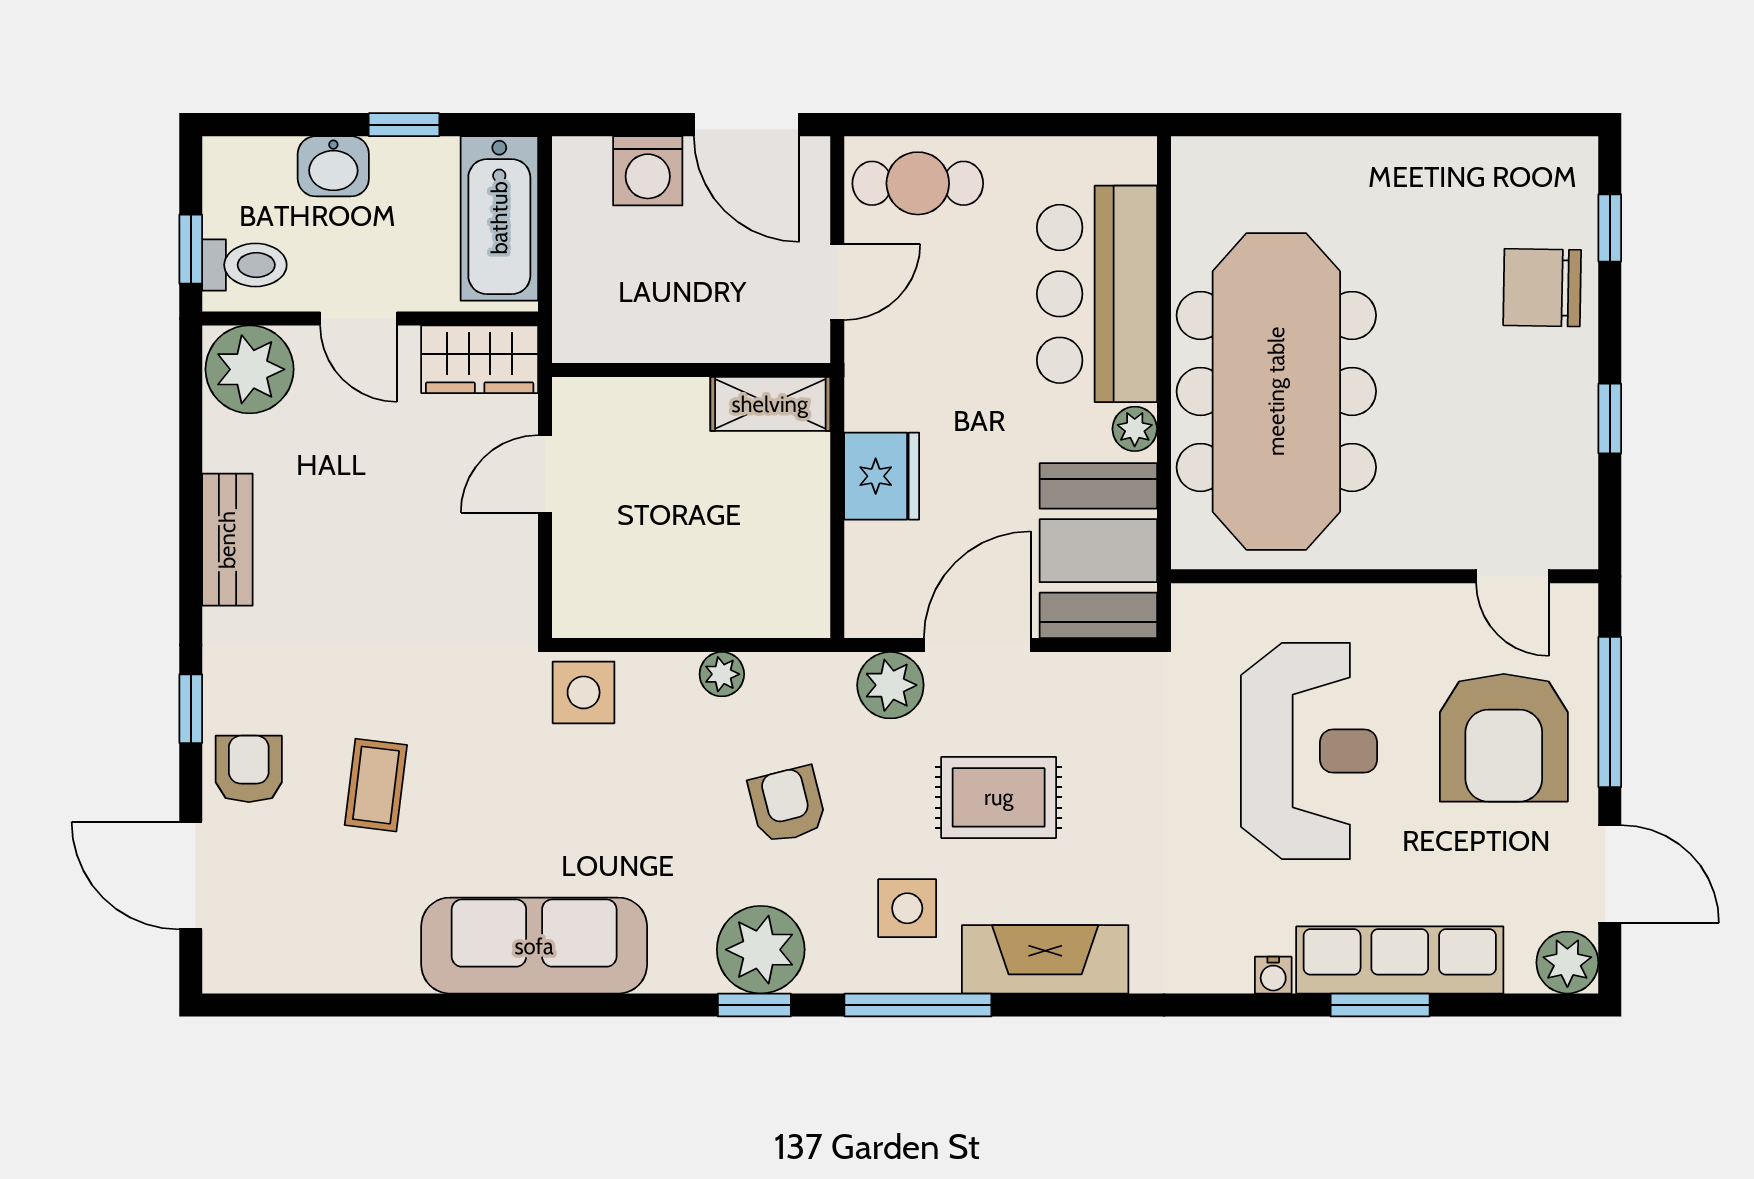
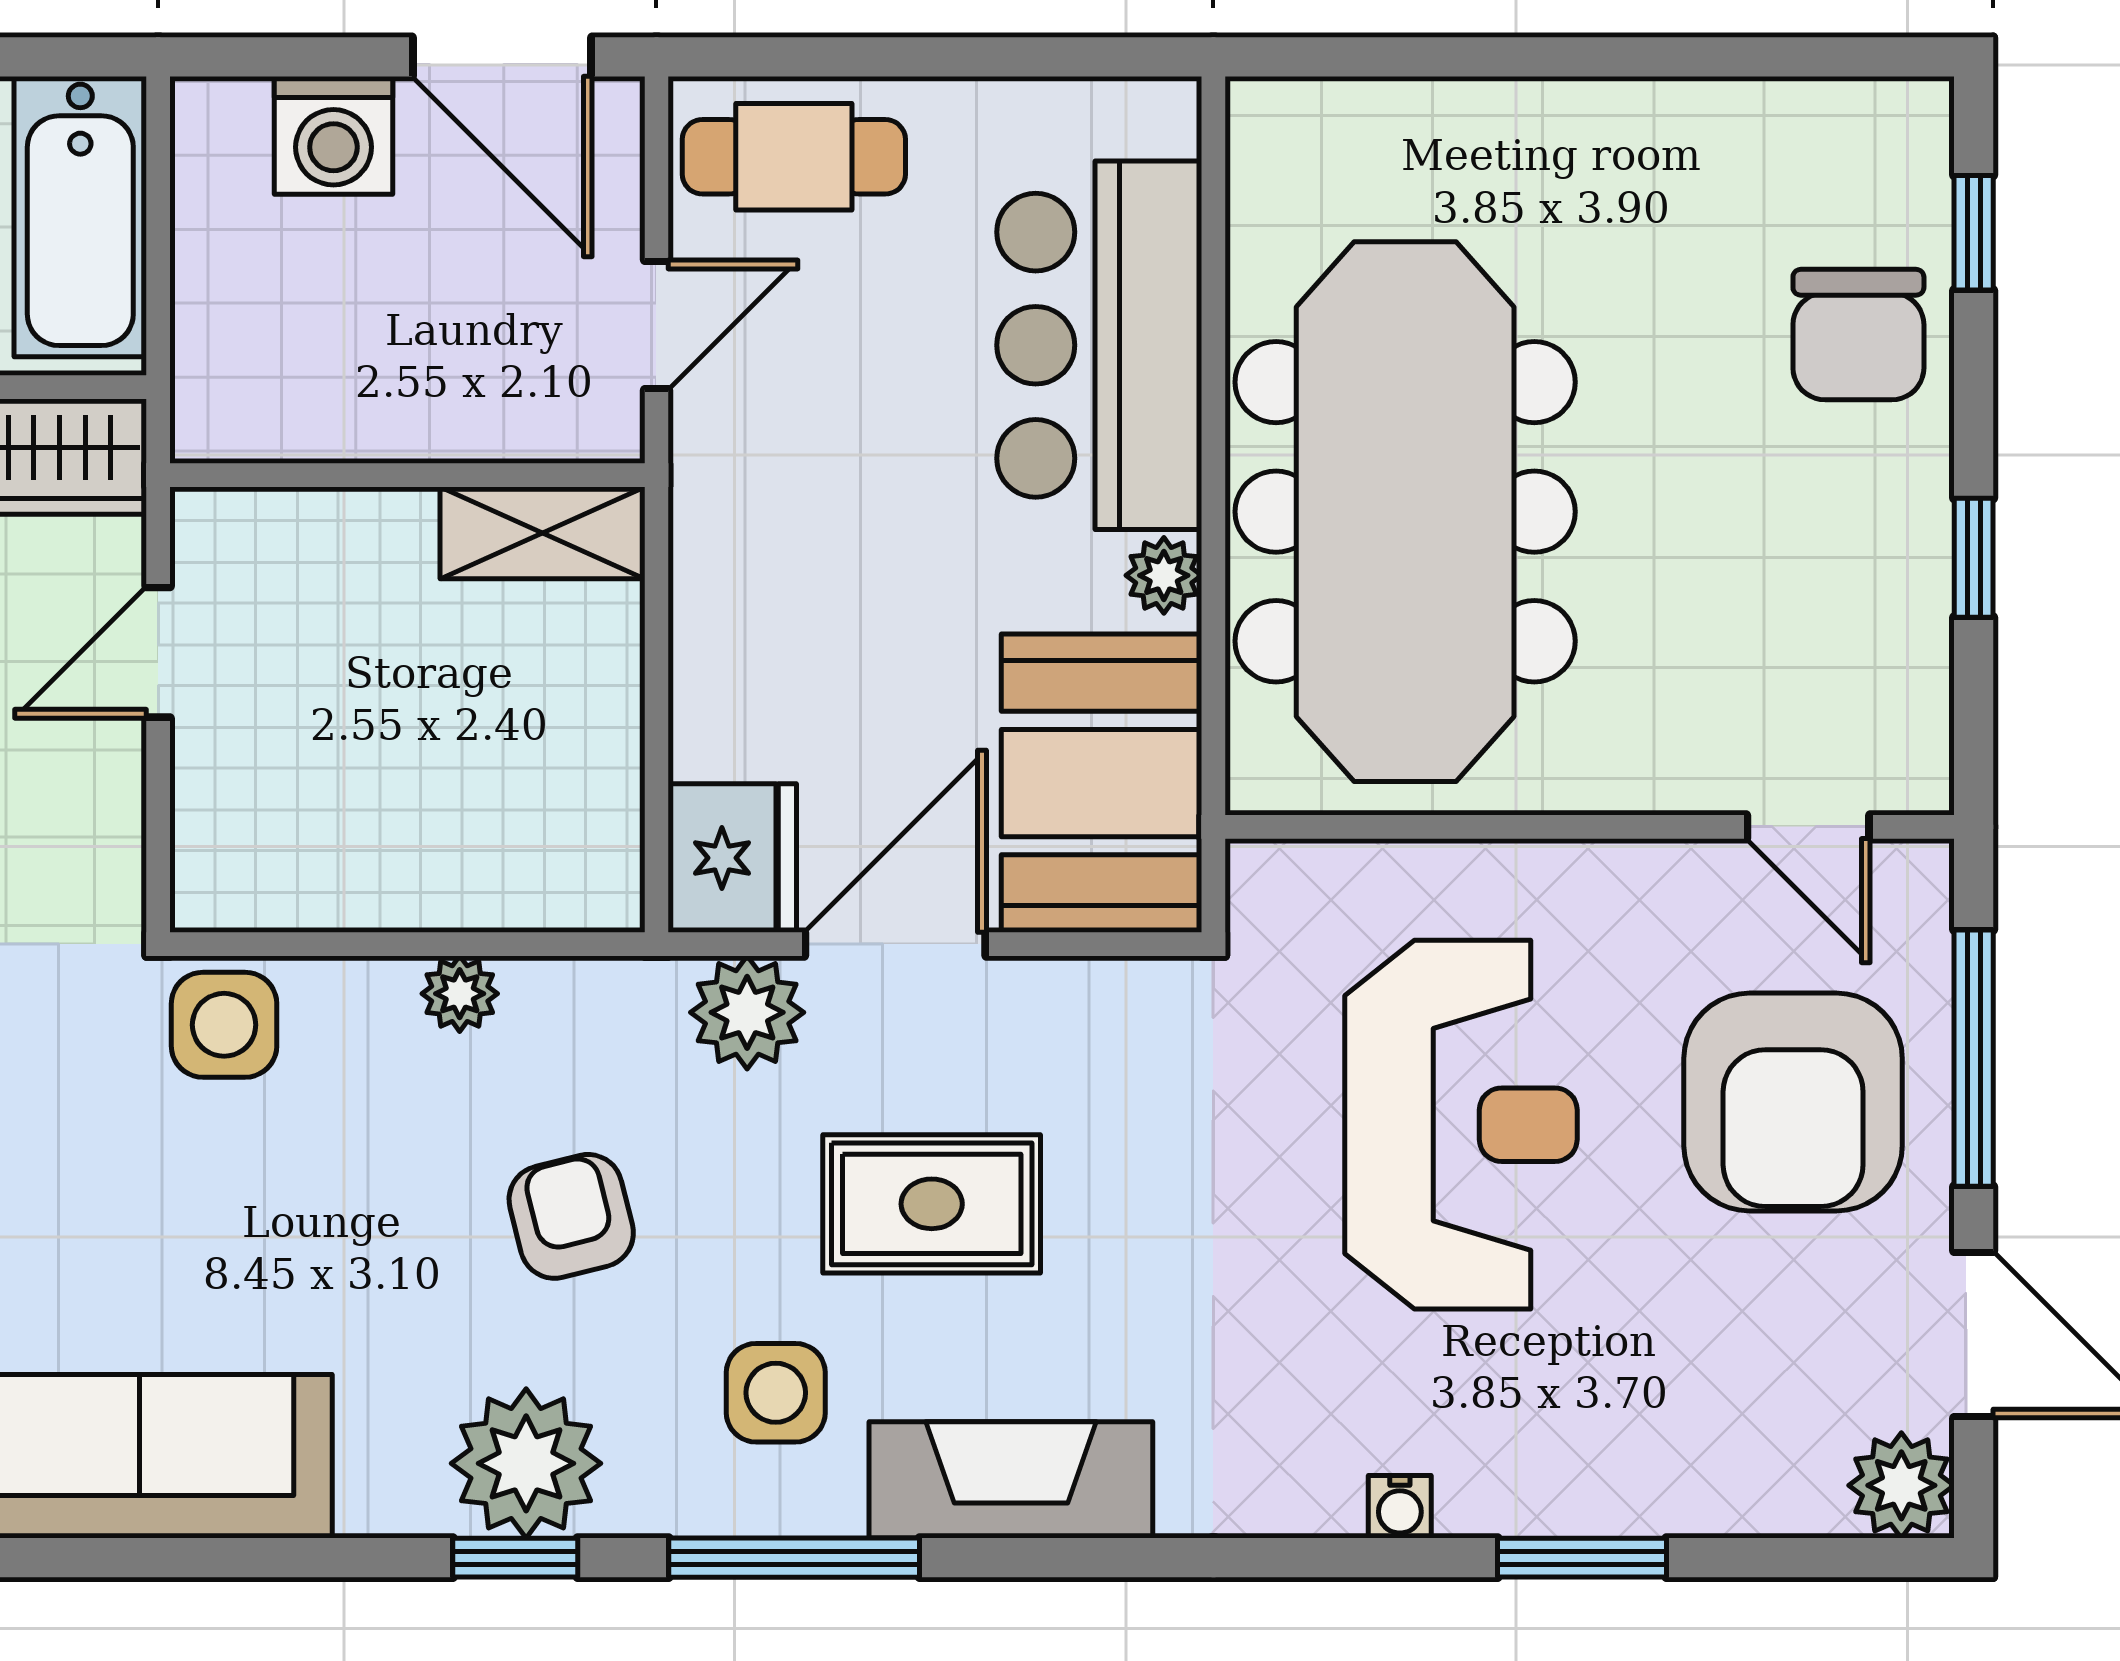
chair: (1542, 288) -> (1858, 335), turned -91
fridge: (882, 476) -> (732, 858), moved
row of seats: (1400, 960) -> (1616, 1481), removed

